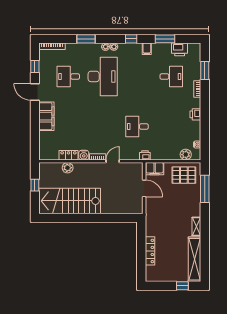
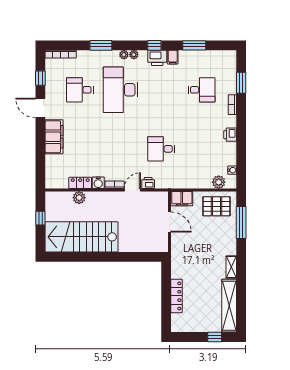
printer: (180, 49) -> (157, 58), moved
desk: (103, 76) -> (120, 90), turned 180
printer: (145, 155) -> (148, 183), moved

